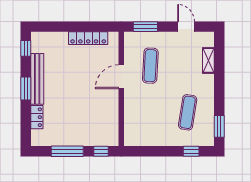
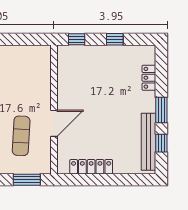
window: (26, 48) -> (161, 143), moved
bench: (37, 79) -> (149, 142), moved
window: (67, 151) -> (115, 39), width x0.46

